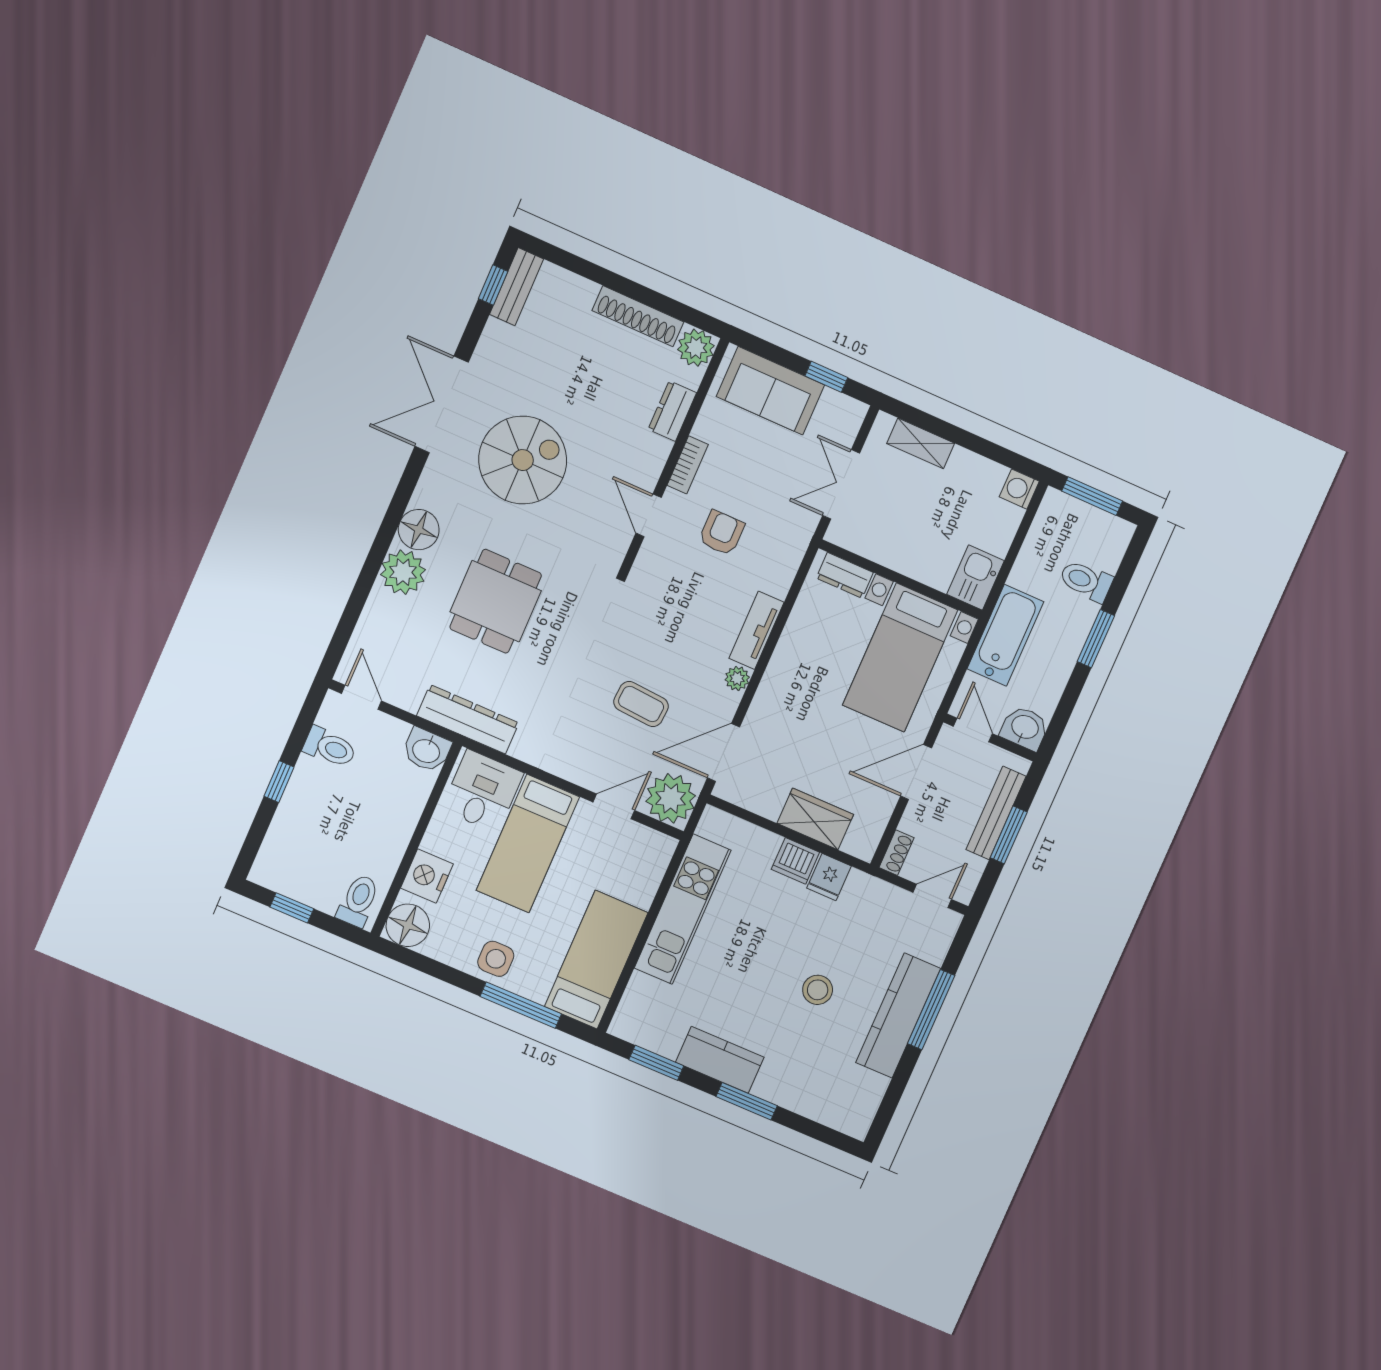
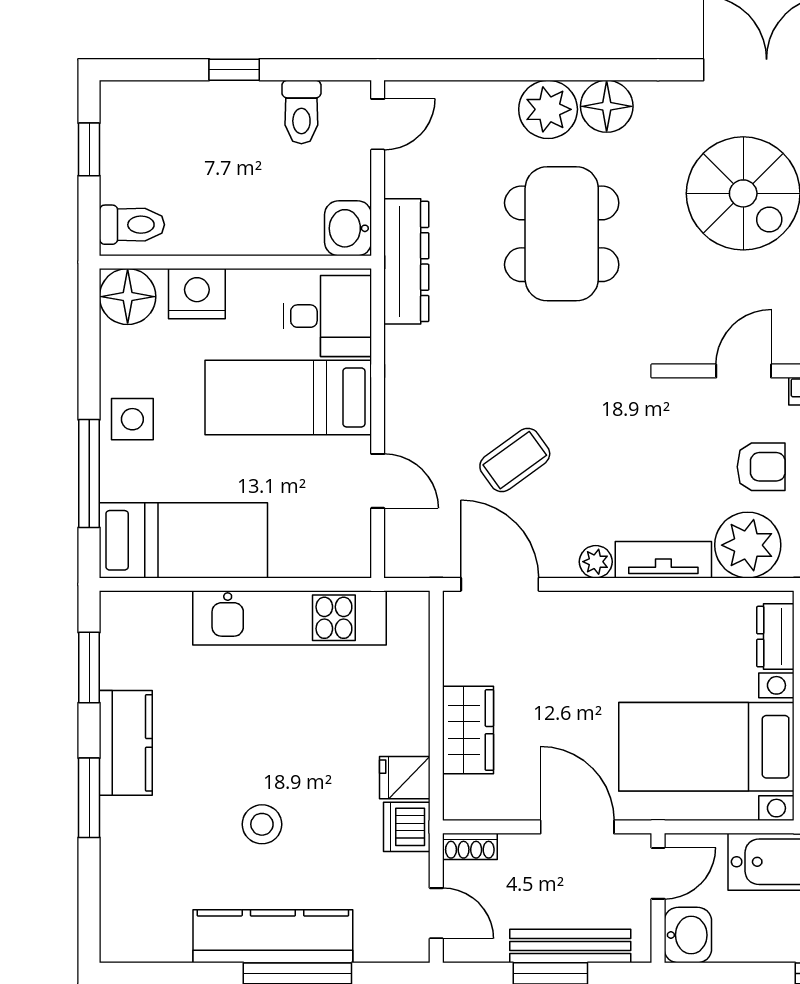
dining table: (496, 601) -> (562, 234), width x1.38
coffee table: (641, 704) -> (515, 460), turned 50
plant: (671, 798) -> (748, 545), moved
dishwasher: (795, 861) -> (407, 827), moved

